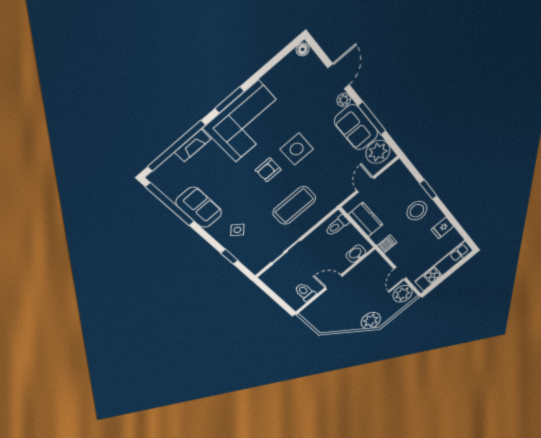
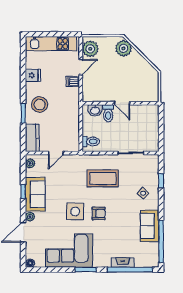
window: (372, 118) -> (23, 192), width x0.46
corner sofa: (247, 122) -> (69, 251), moved
plant: (378, 152) -> (30, 163), width x0.53, depth x0.53
kitchen counter: (366, 219) -> (32, 138), moved, turned 180
dishwasher: (387, 244) -> (73, 82), moved
toilet: (305, 292) -> (108, 113), moved

